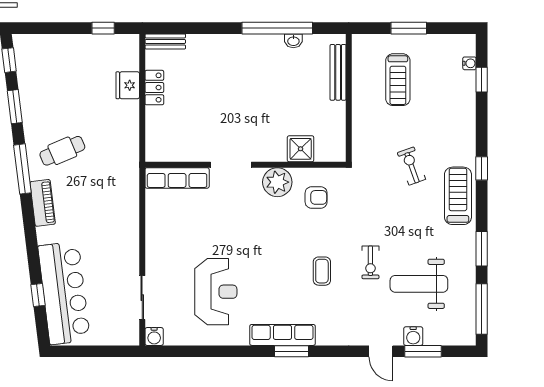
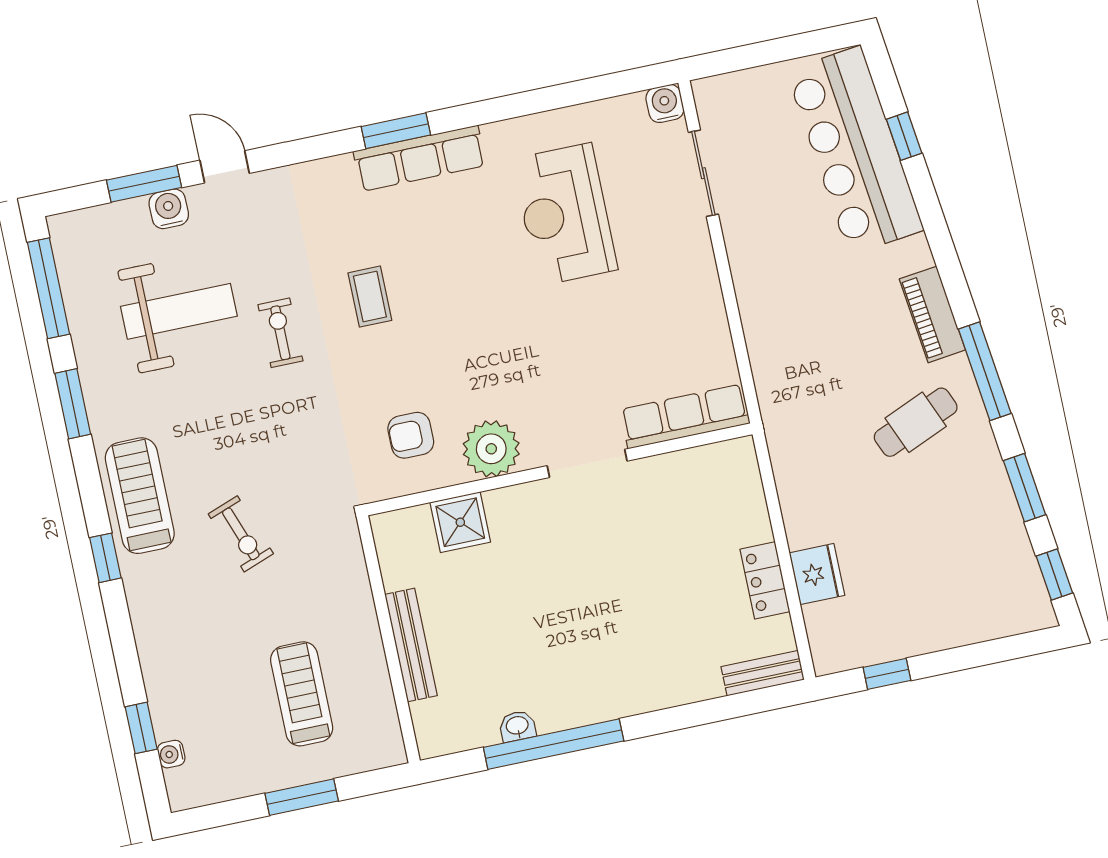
bench: (338, 72) -> (411, 645), moved
treadmill: (458, 196) -> (140, 496), turned 180

